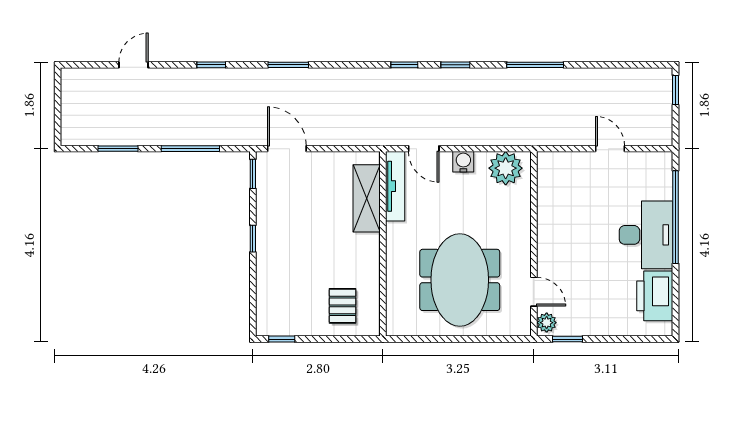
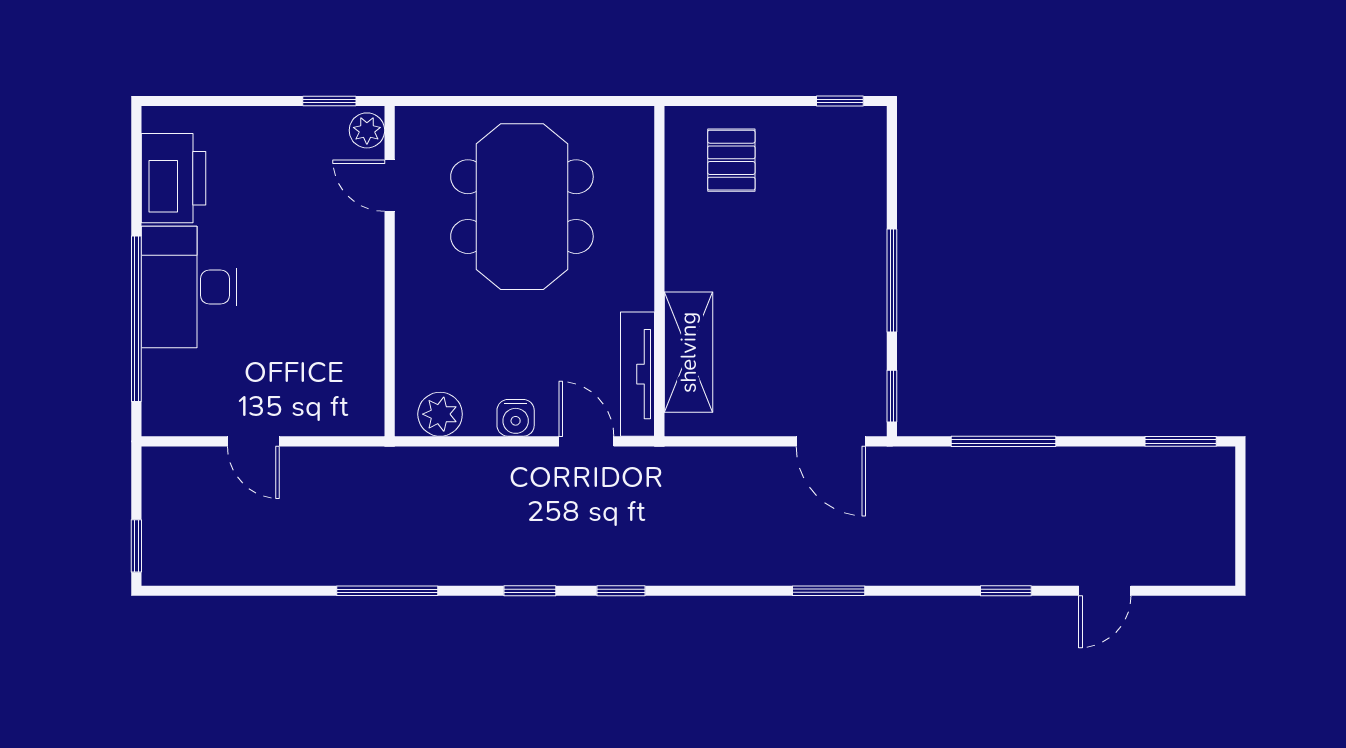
window: (211, 65) -> (1006, 591), moved
window: (118, 149) -> (1181, 441), moved
plant: (506, 168) -> (440, 414), width x0.73, depth x0.73
window: (253, 239) -> (892, 280), width x2.17

